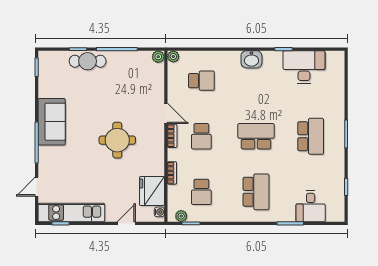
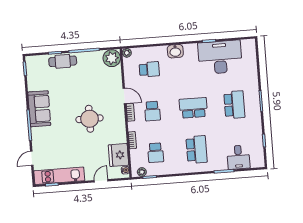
plant: (158, 57) -> (112, 58), width x1.87, depth x1.87
washbasin: (251, 59) -> (175, 51), moved
desk: (304, 67) -> (220, 57), width x1.36, depth x1.30

